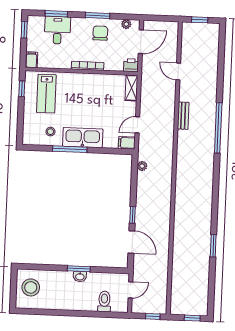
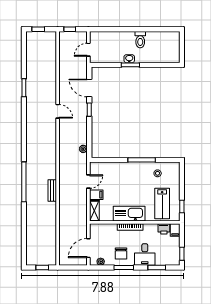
desk: (57, 30) -> (145, 255), moved
printer: (131, 65) -> (164, 229), moved
door: (178, 72) -> (58, 111), moved
lab bench: (46, 94) -> (162, 203), turned 180
kitchen sink: (83, 138) -> (129, 214), moved, turned 180
filing cabinet: (127, 143) -> (96, 195), moved
stool: (31, 287) -> (168, 48), removed
toilet: (104, 301) -> (140, 40), moved

